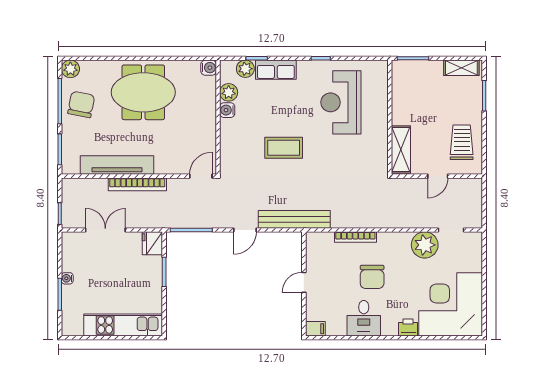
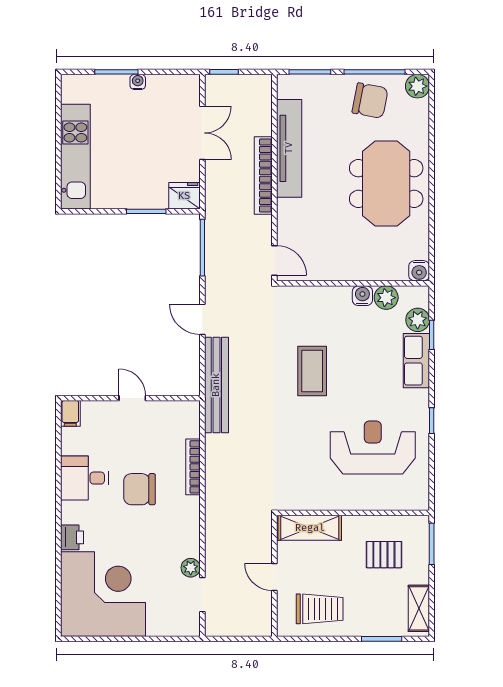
pallet: (421, 94) -> (384, 555), added
plant: (425, 245) -> (191, 568), width x0.53, depth x0.53

